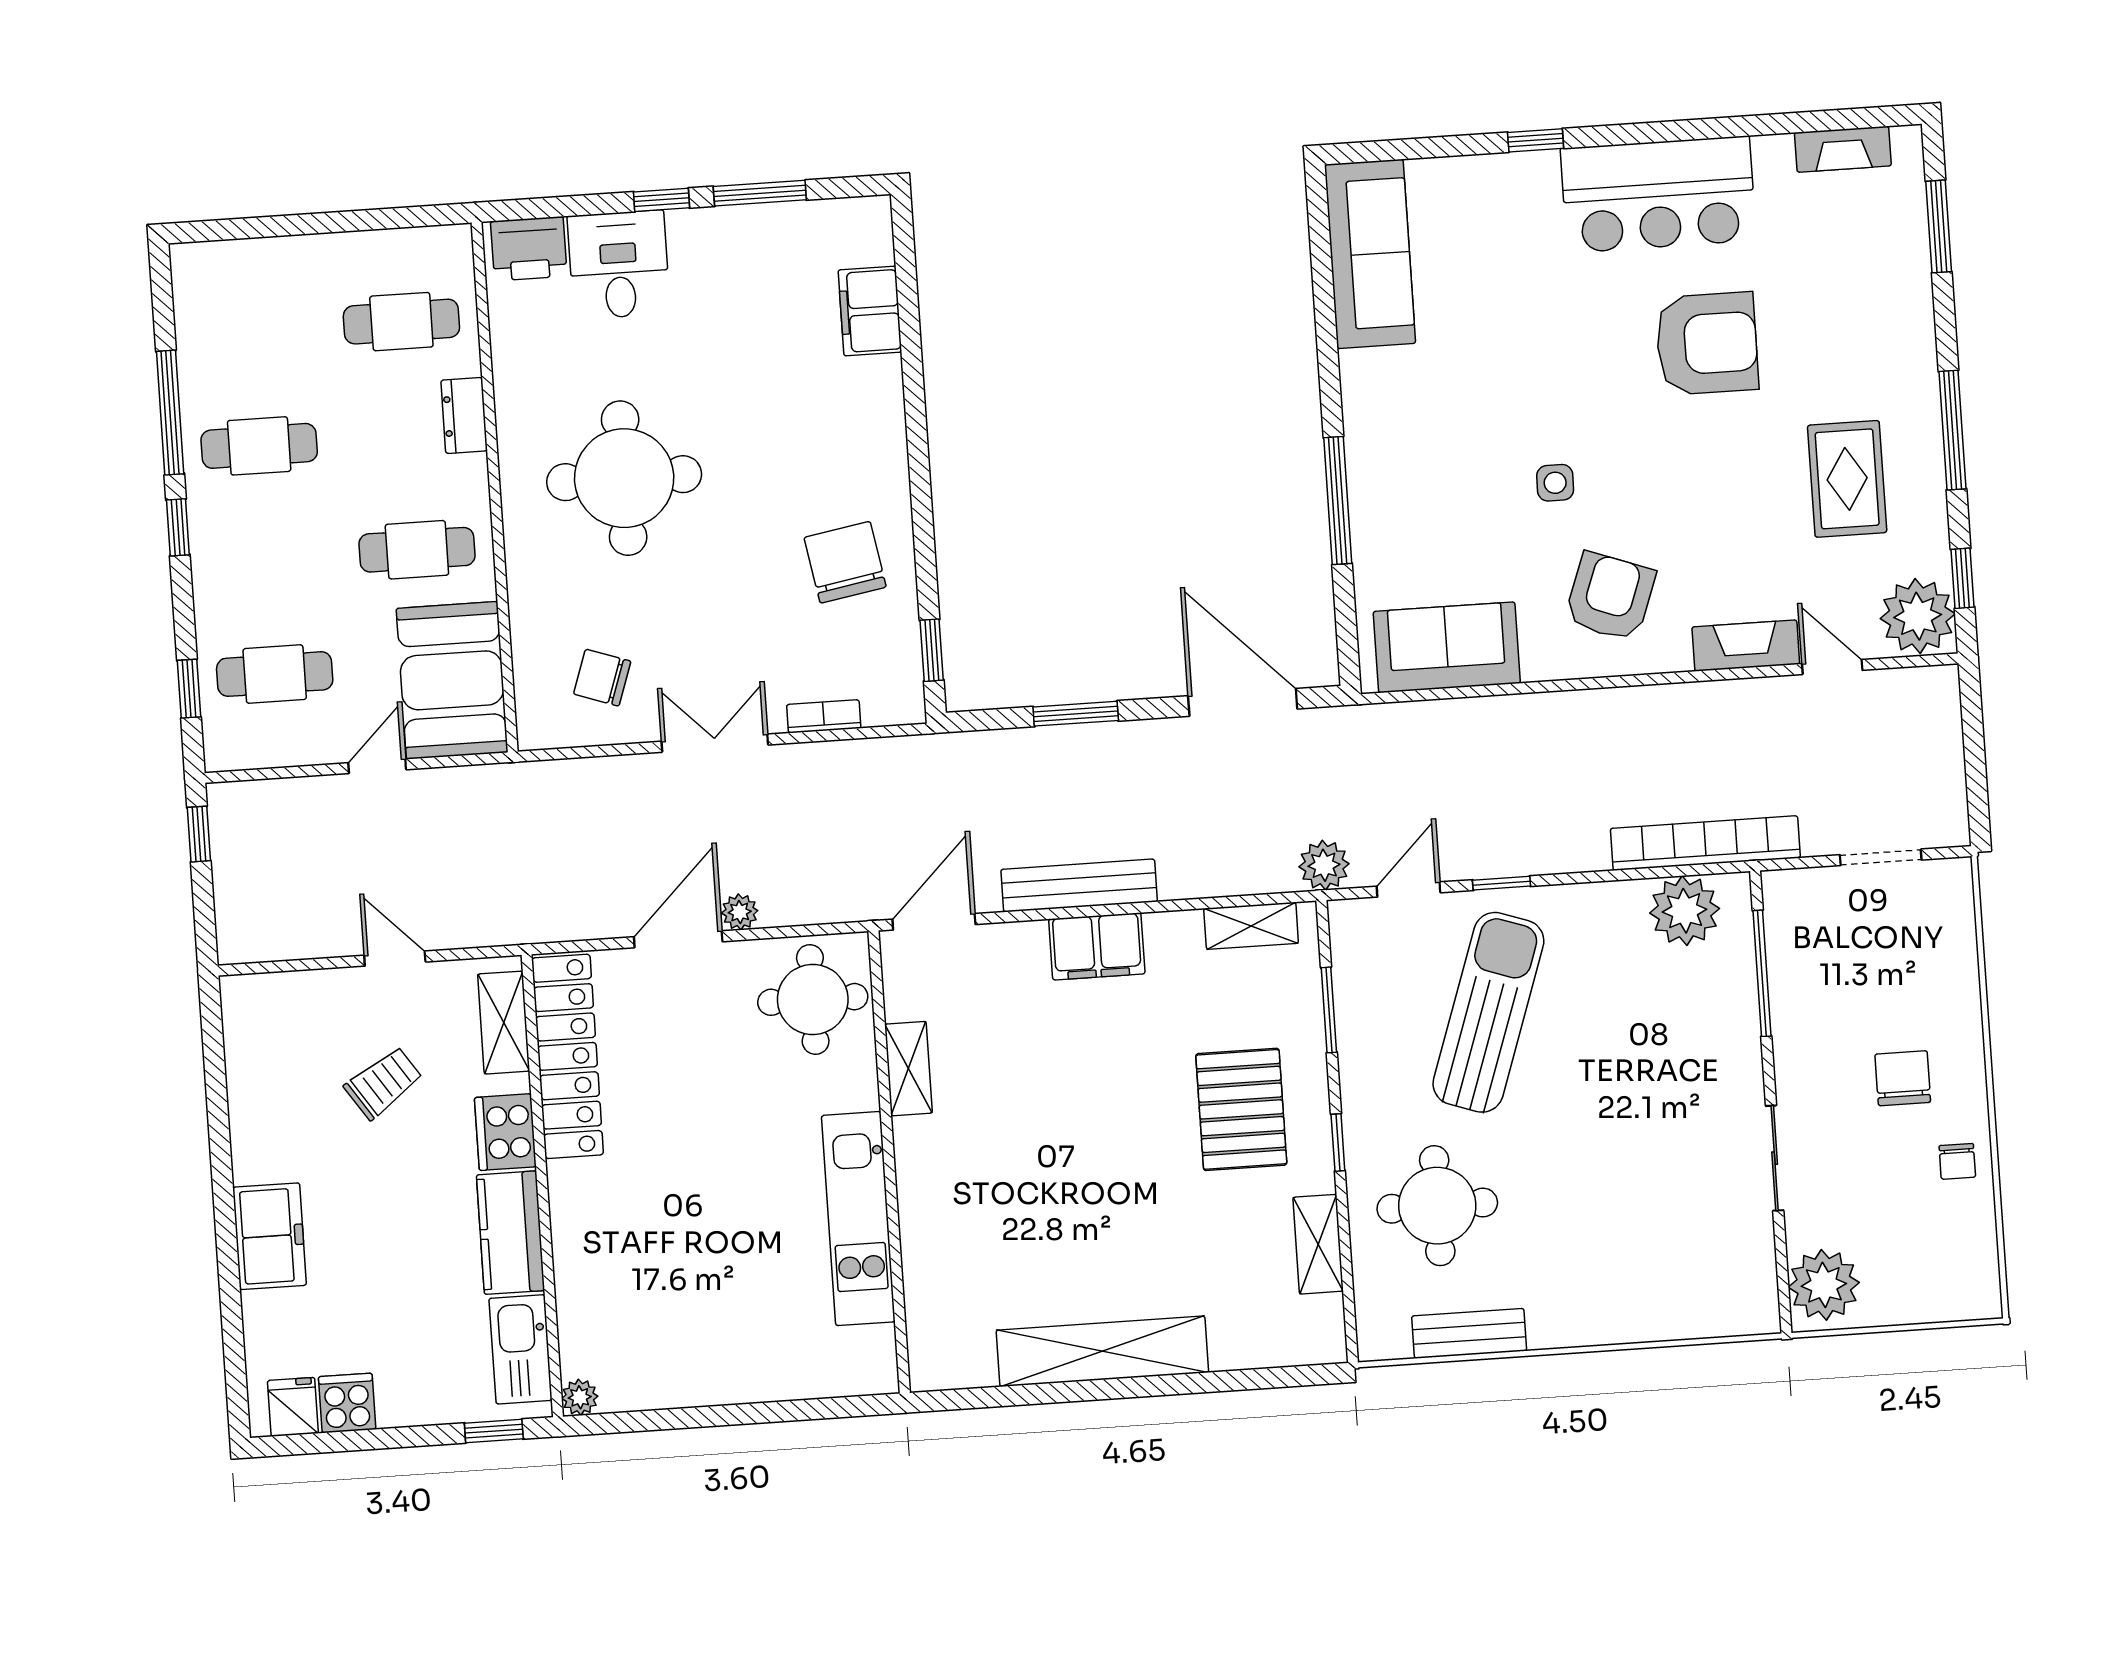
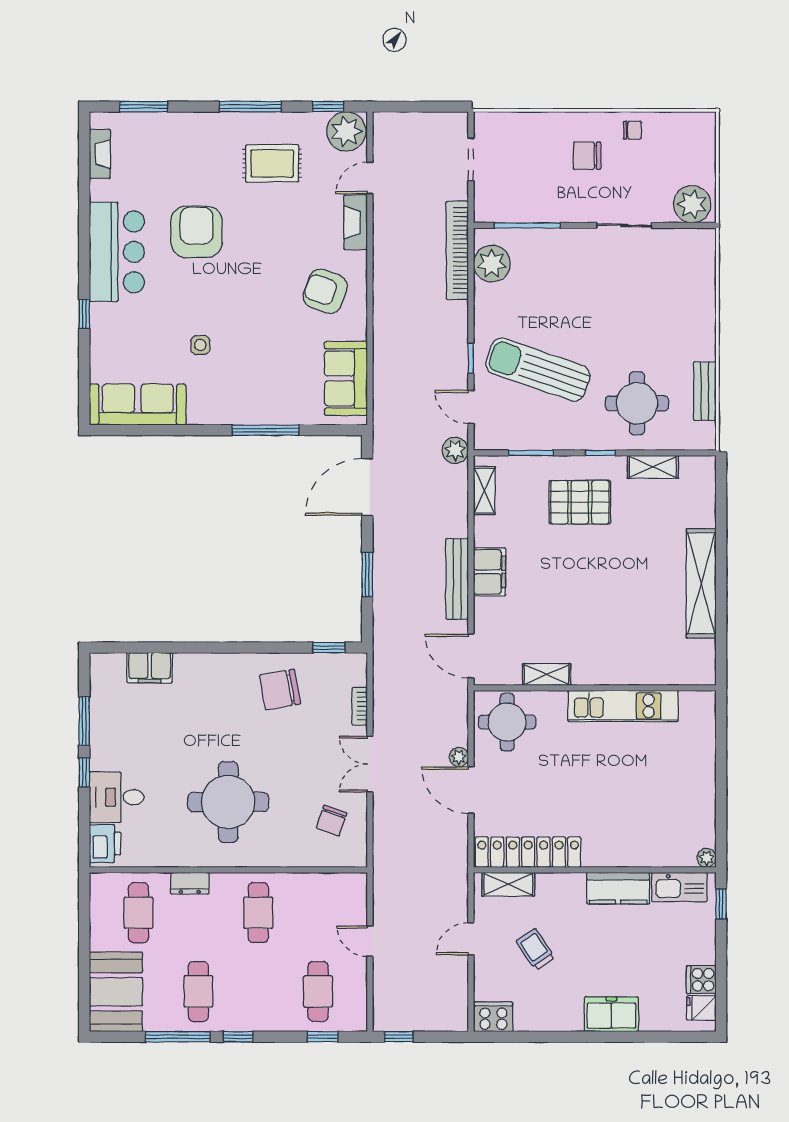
side table: (1555, 483) -> (200, 345), moved
booth: (452, 680) -> (116, 992), moved, turned 90
cooker: (505, 1132) -> (493, 1017), moved, turned 180

